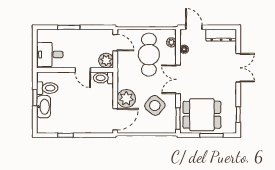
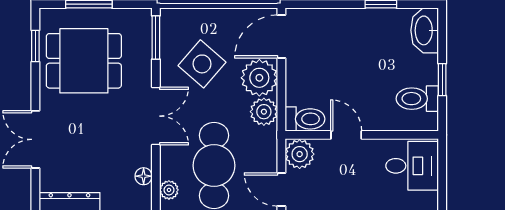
plant: (124, 82) -> (264, 112), added
washbasin: (44, 107) -> (425, 30), moved
dining table: (202, 115) -> (84, 61), moved

